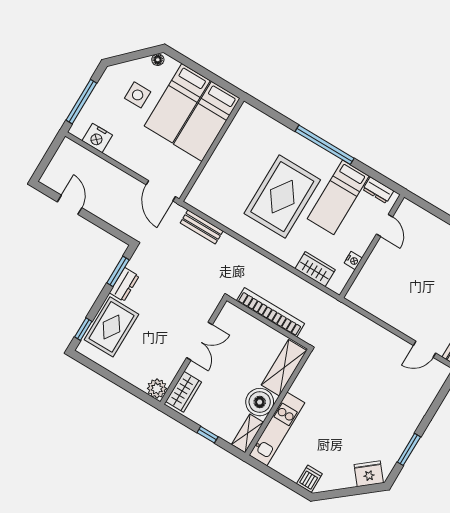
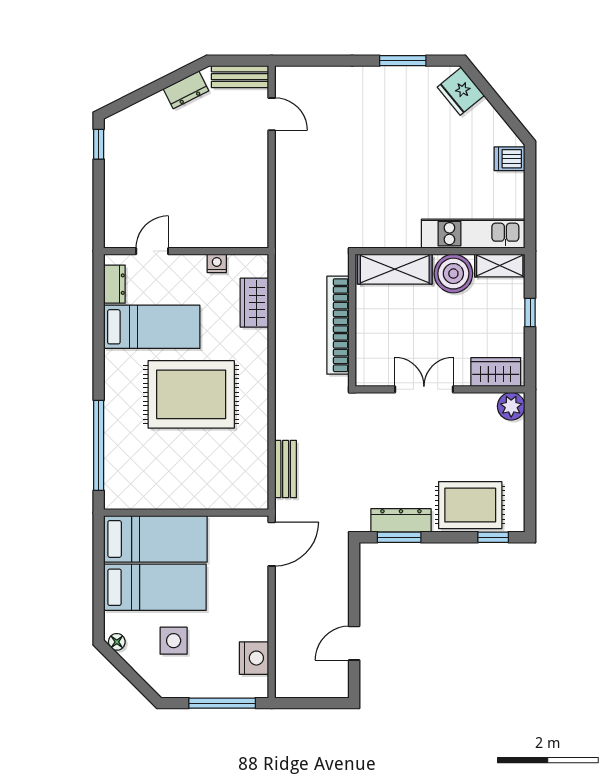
window: (325, 145) -> (99, 445), moved
dresser: (124, 284) -> (401, 520), width x1.44

